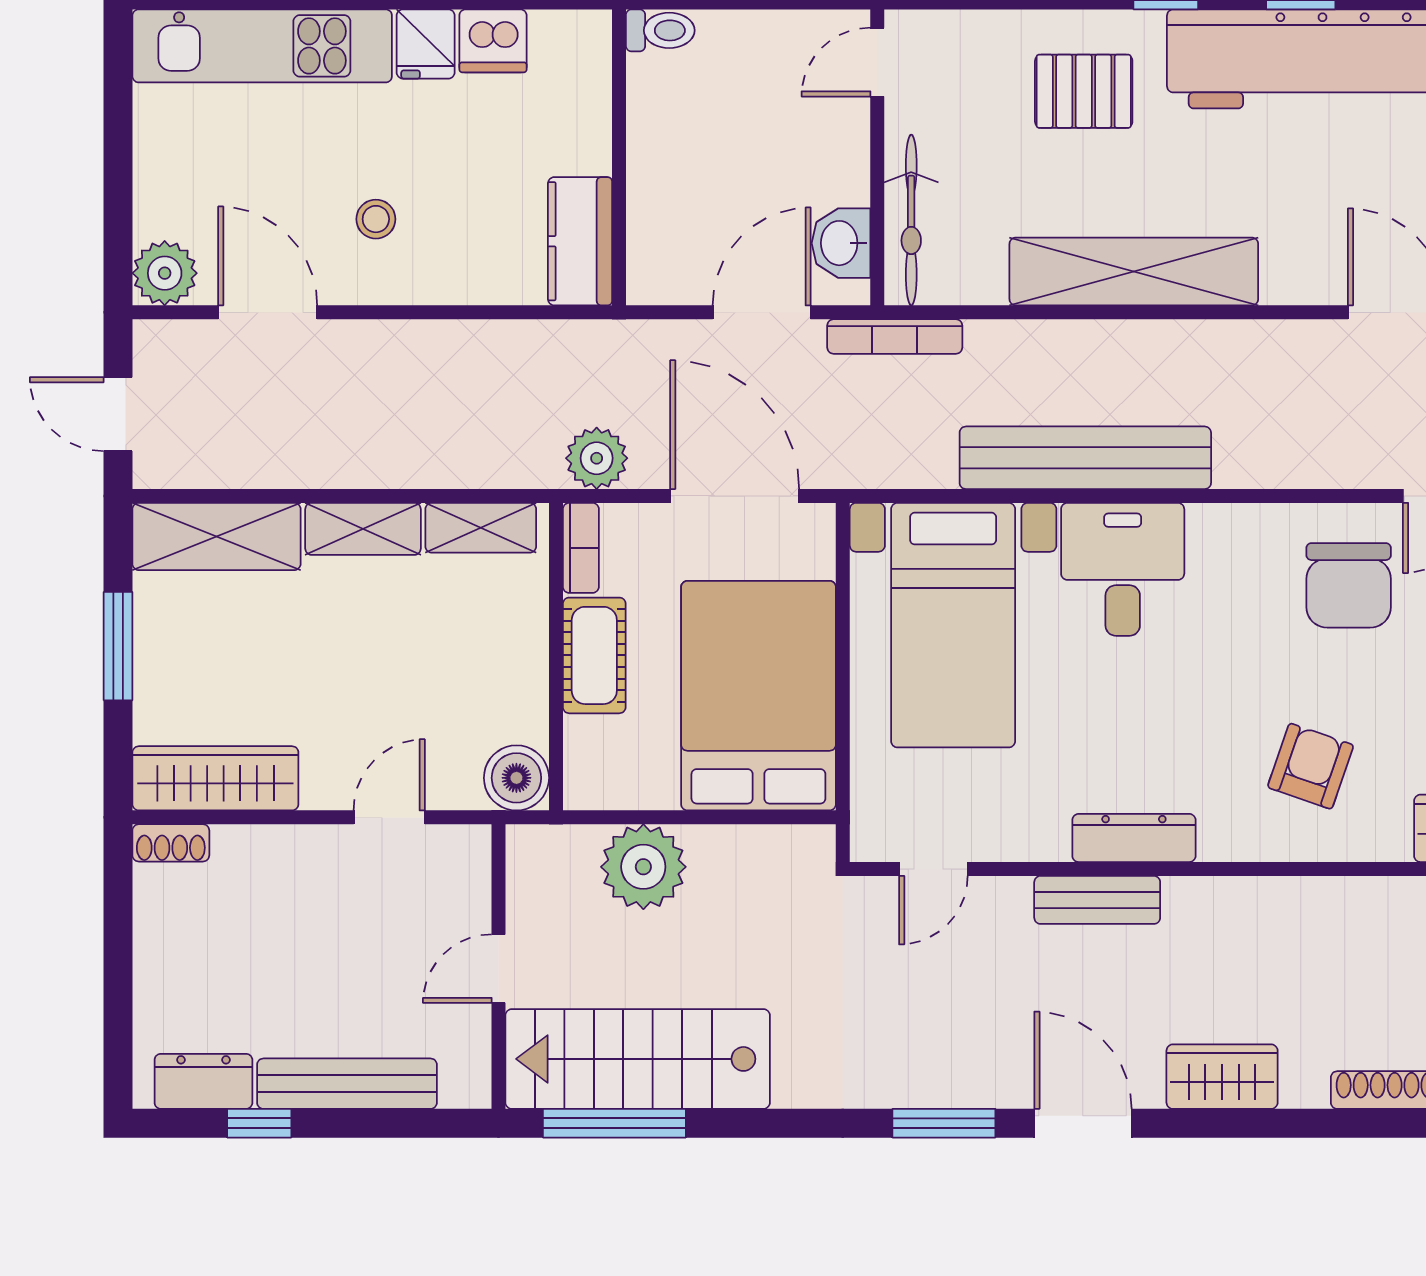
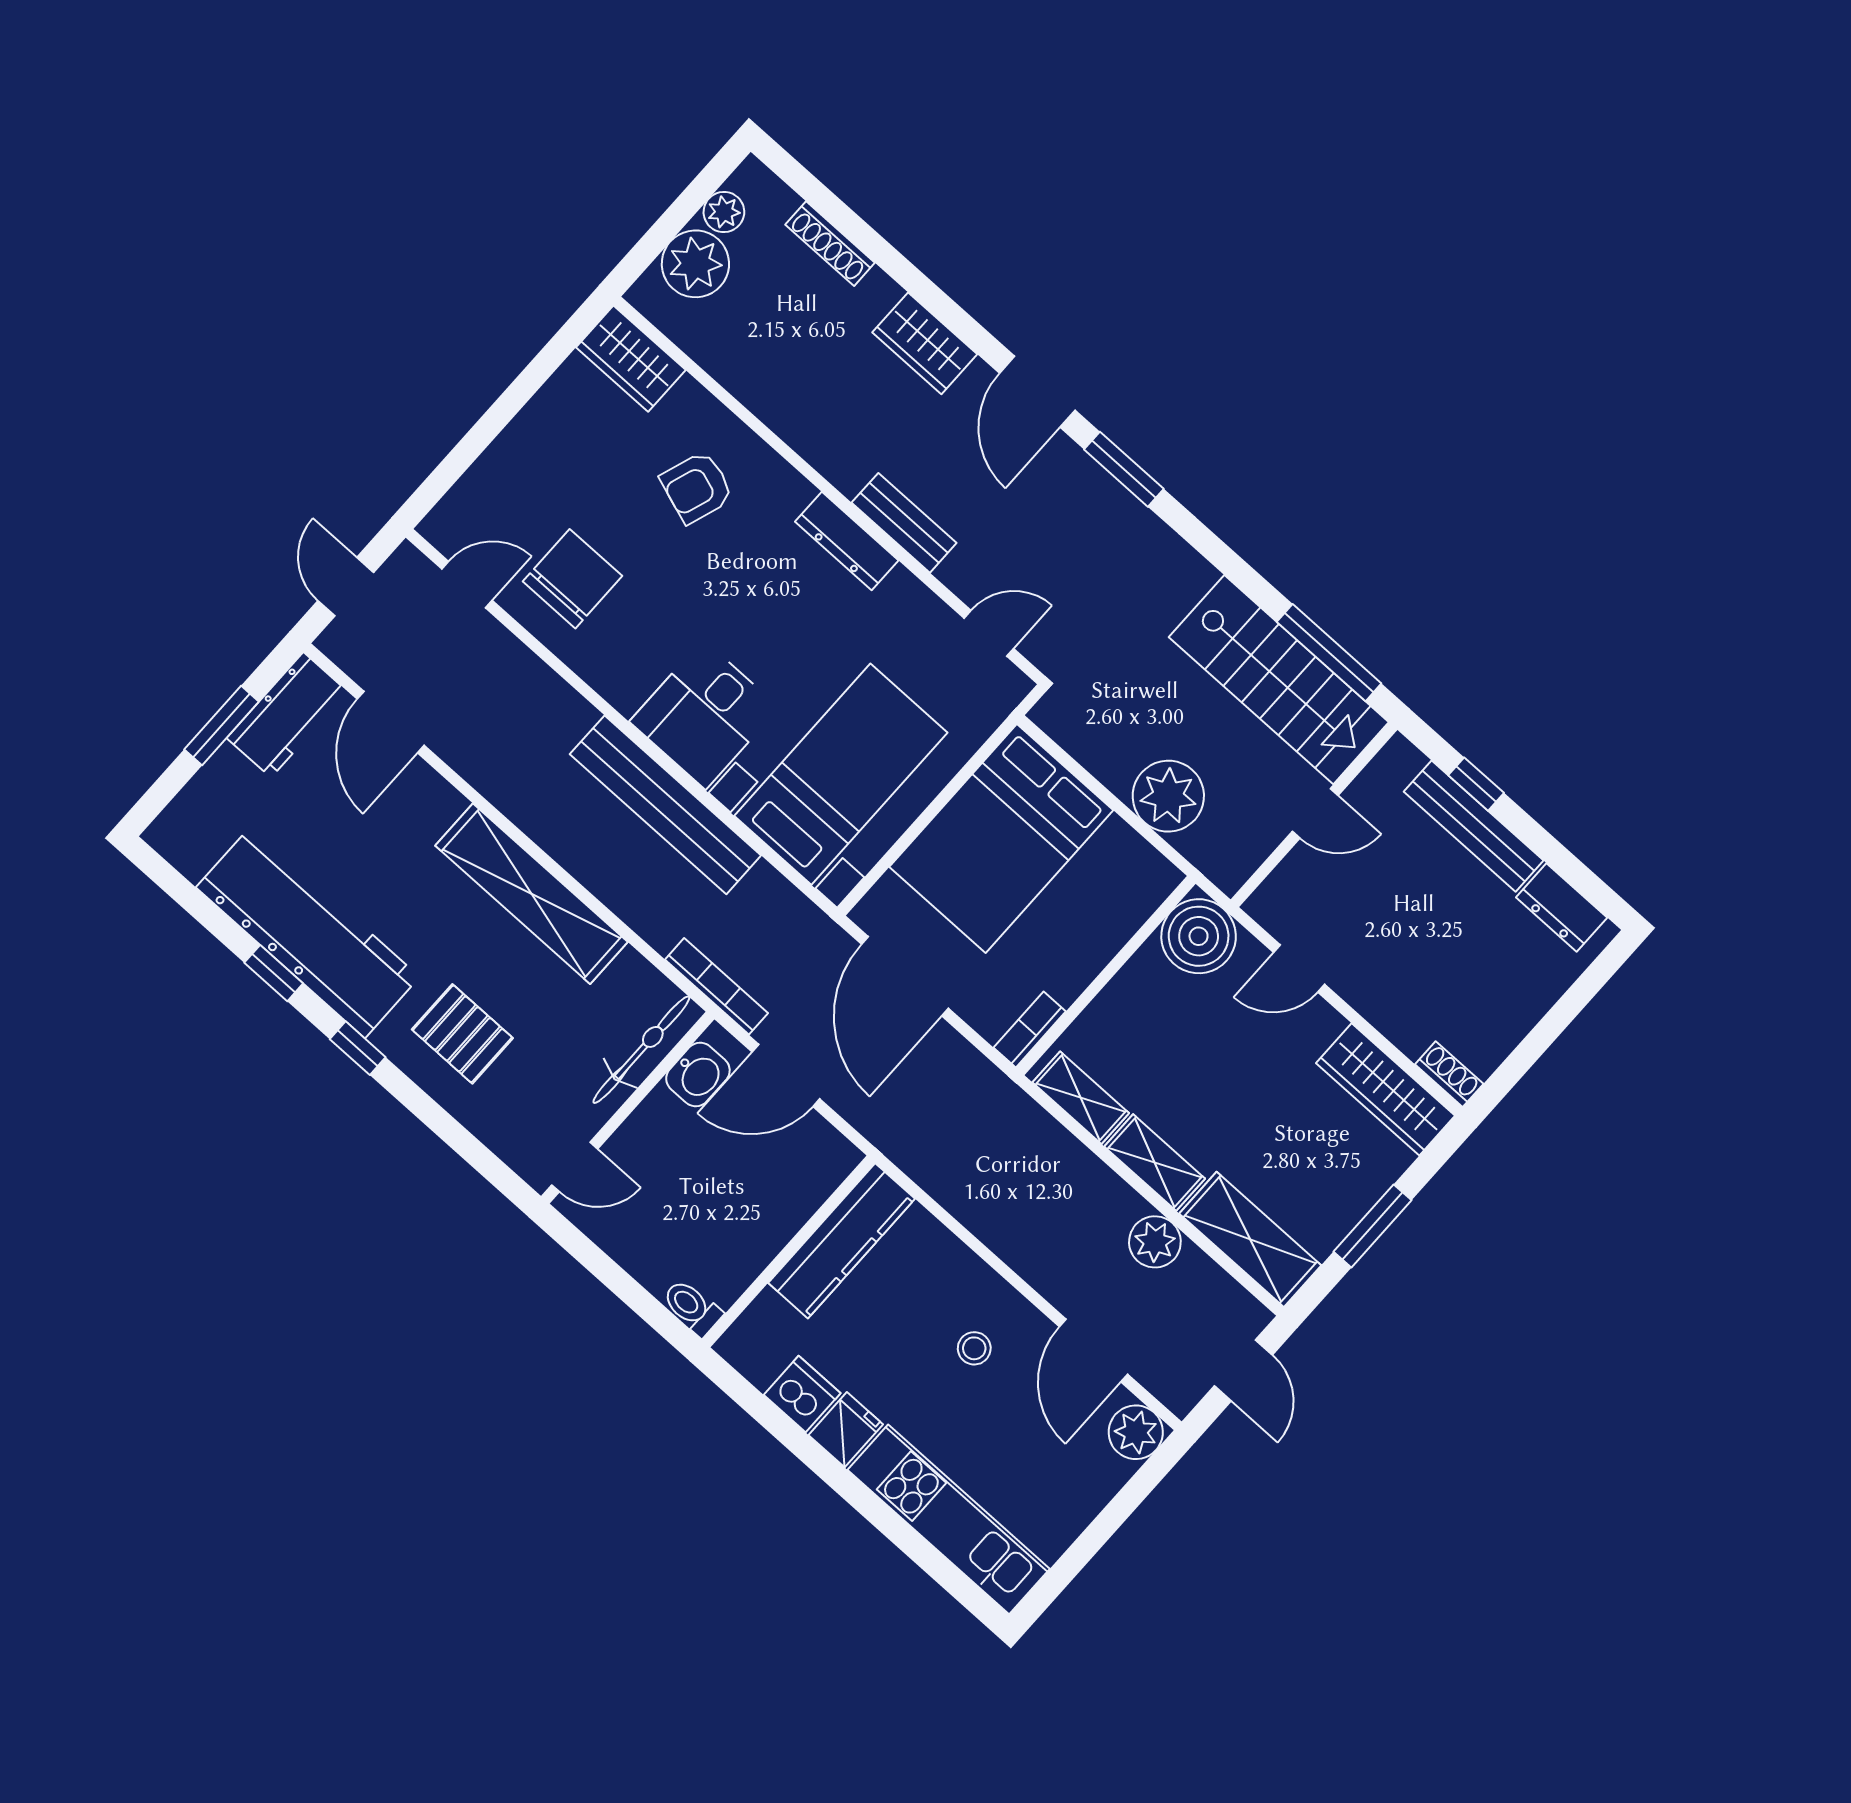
kitchen counter: (580, 241) -> (842, 1241), width x1.50
plant: (597, 458) -> (1155, 1242), moved
cot: (594, 655) -> (1081, 955), removed
boiler: (516, 778) -> (1199, 936), width x1.37, depth x1.37
window: (259, 1123) -> (1476, 784), moved

